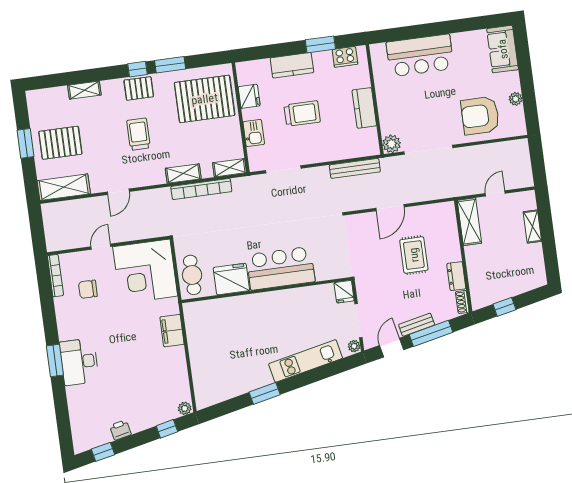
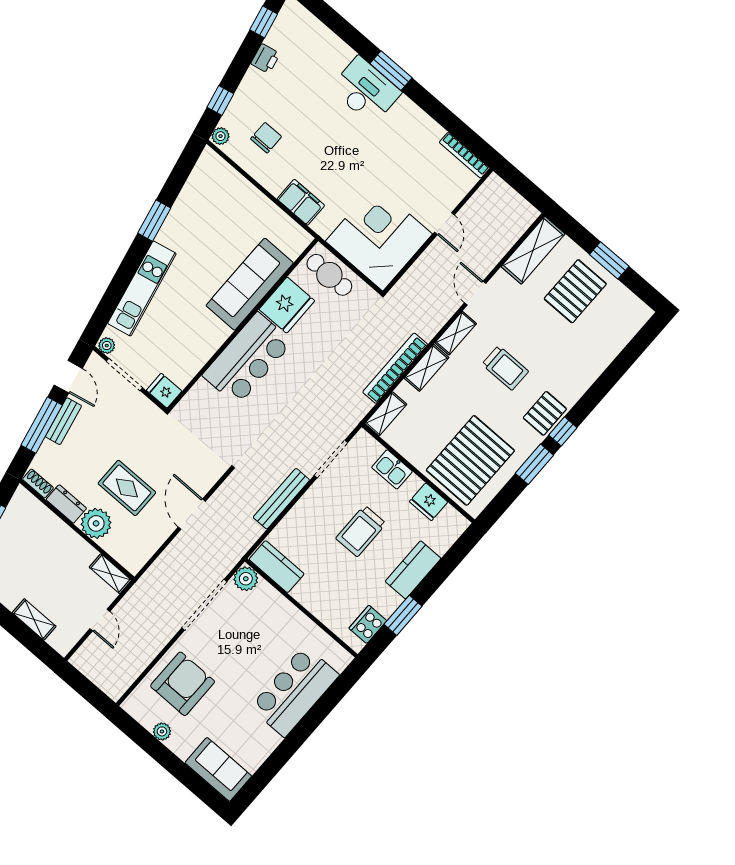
shelving: (84, 90) -> (456, 333), moved
kitchen counter: (364, 108) -> (277, 567), moved
bench: (355, 168) -> (281, 499), moved
shelving: (469, 222) -> (110, 574), width x0.67, depth x0.75
plant: (449, 250) -> (96, 523), added
chair: (88, 289) -> (266, 138), moved
sofa: (242, 310) -> (250, 284), added

